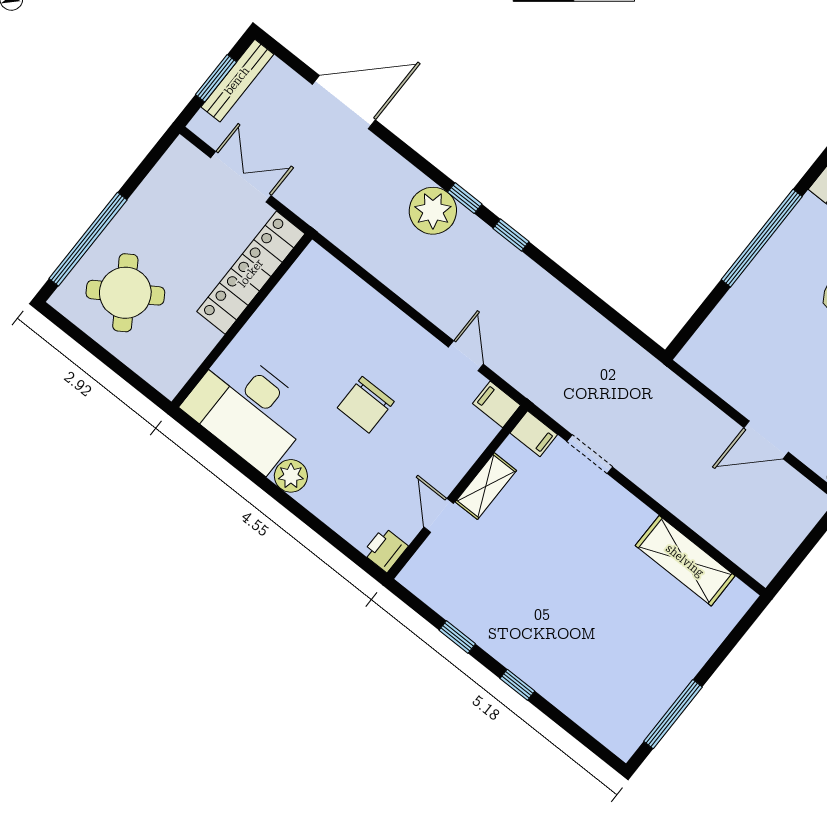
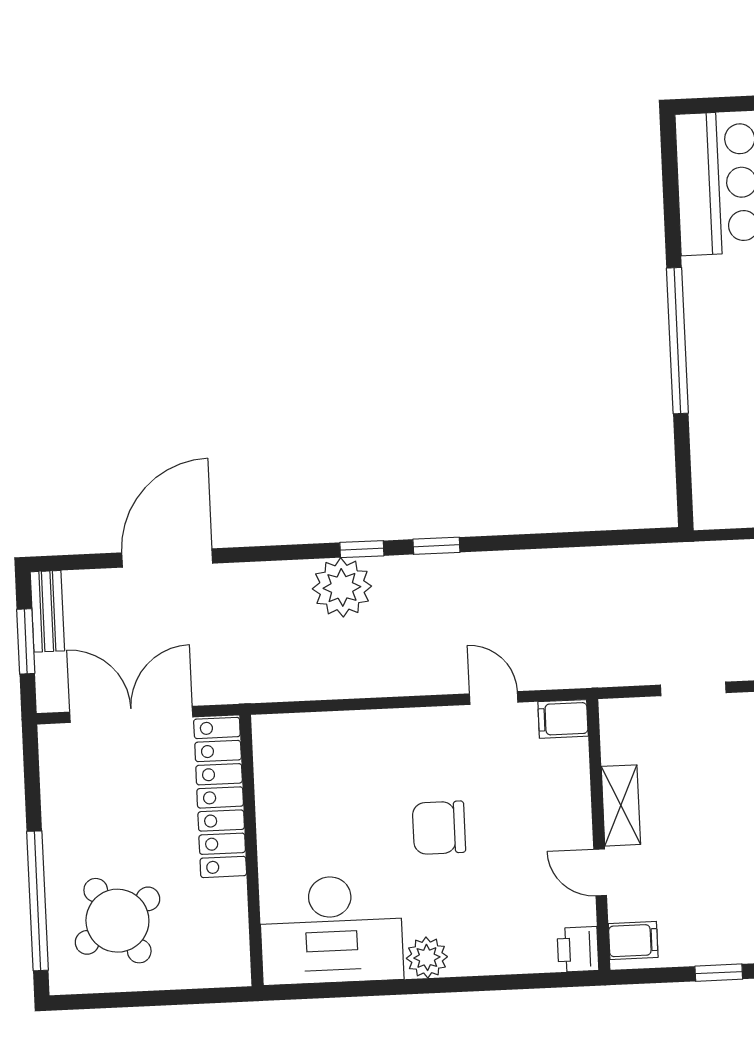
bench: (237, 81) -> (47, 611), width x0.73
double door: (241, 177) -> (131, 714), width x1.37
chair: (366, 405) -> (439, 828), turned 90
filing cabinet: (534, 434) -> (633, 941), moved

